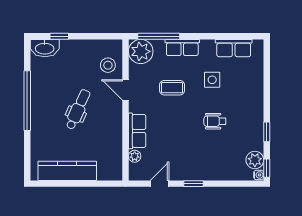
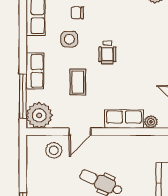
chair: (237, 87) -> (77, 13), added
wheelchair: (215, 121) -> (107, 52), moved

